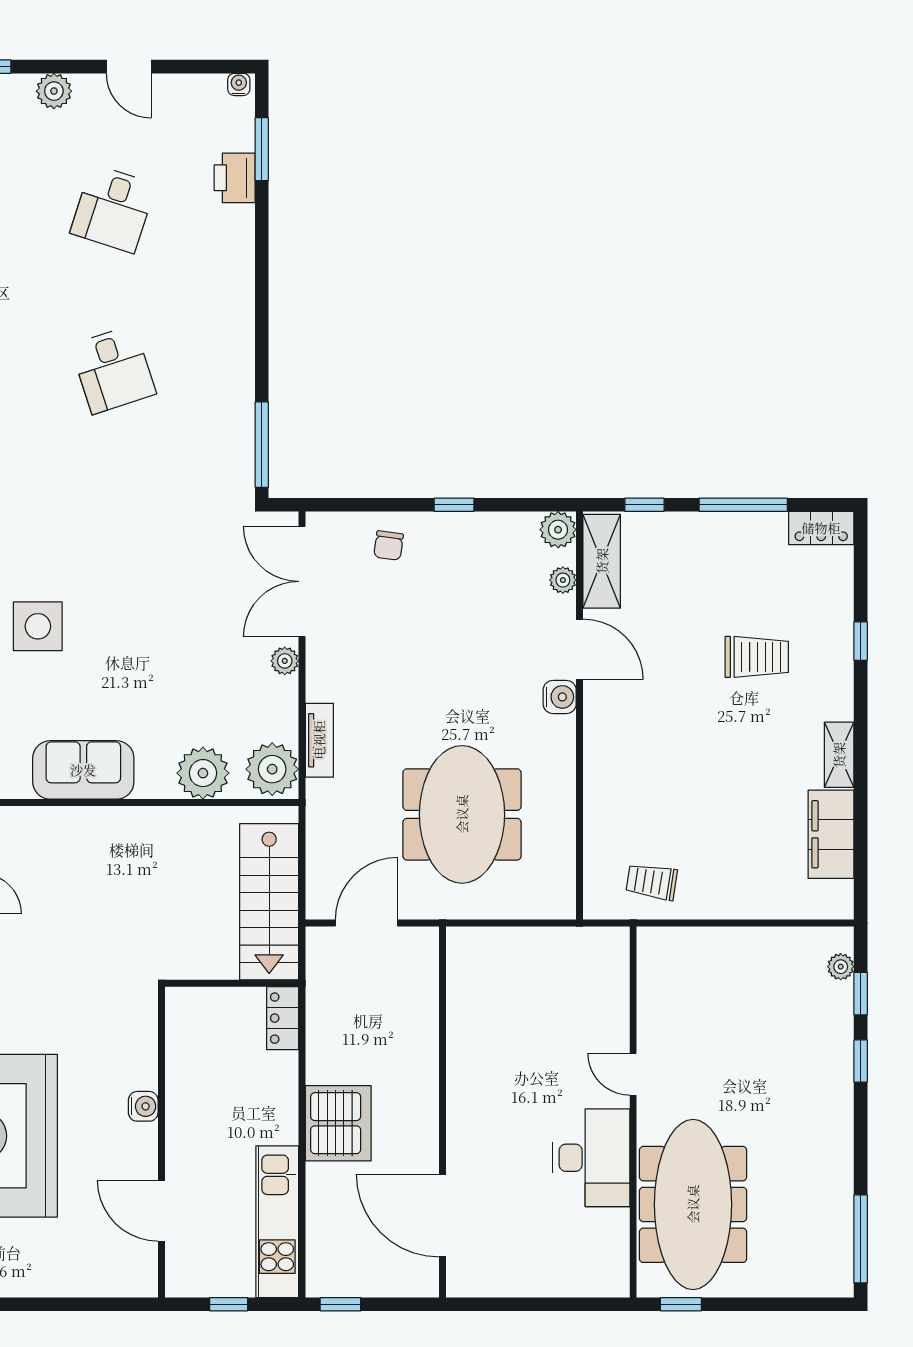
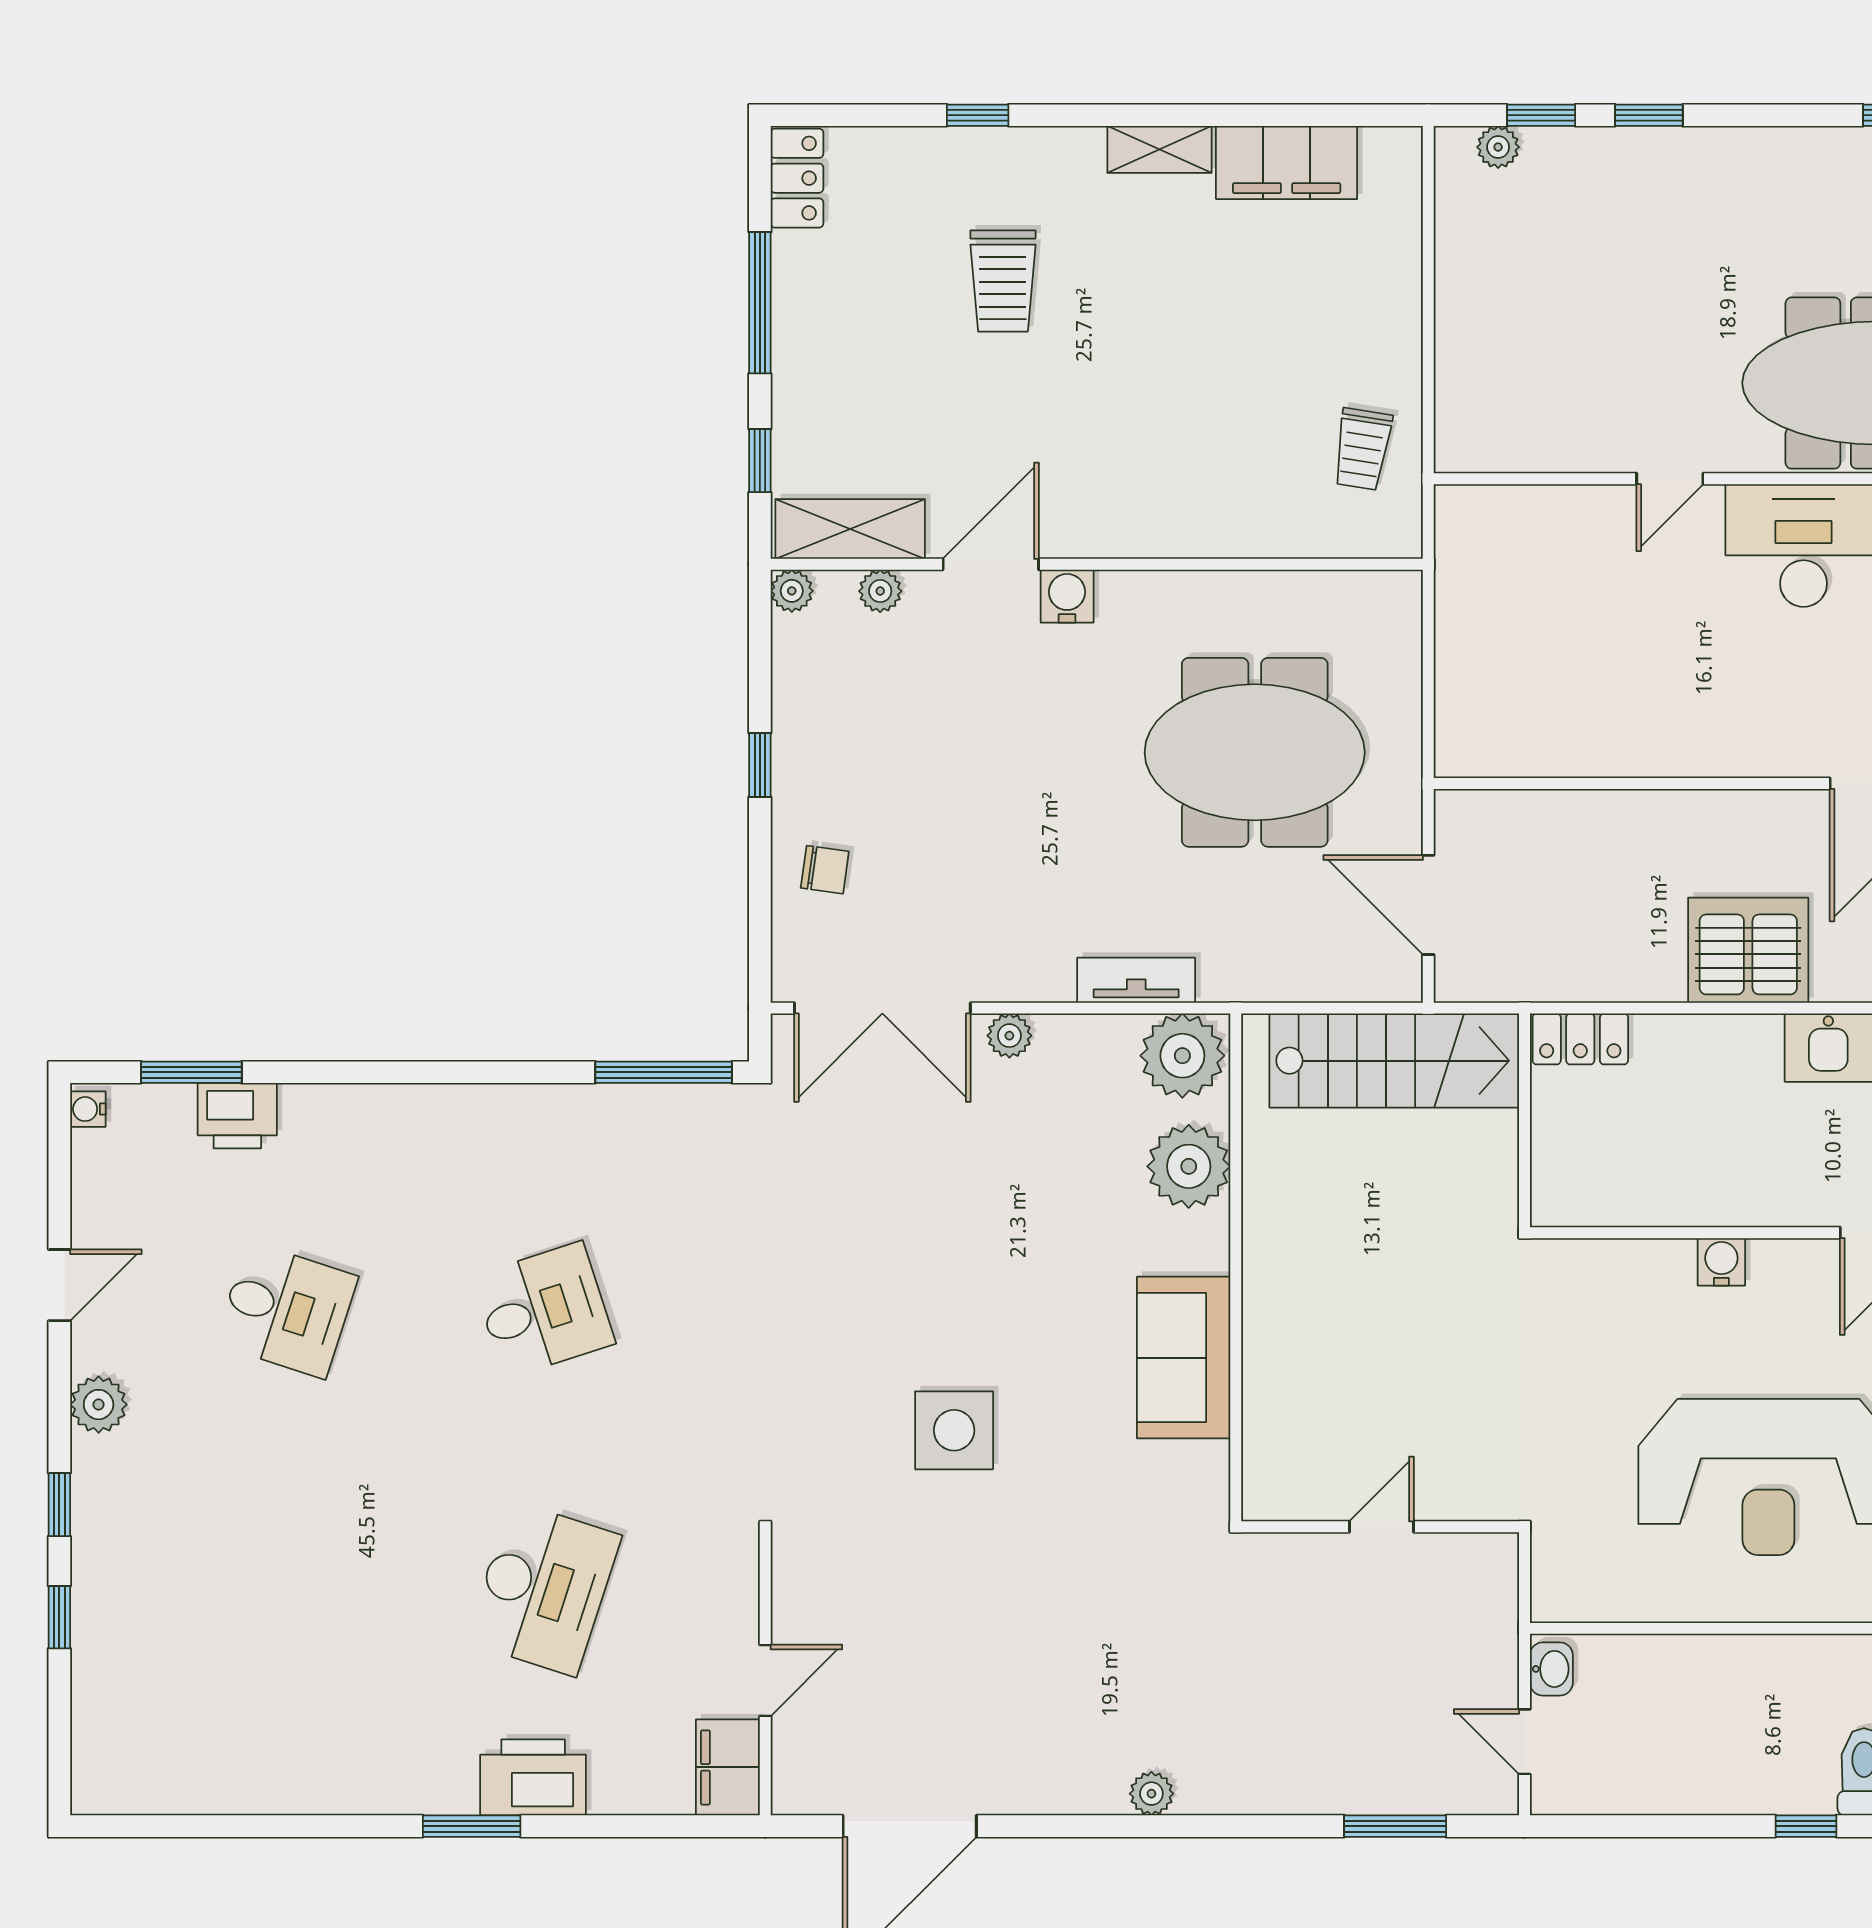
plant: (558, 530) -> (792, 591), width x0.73, depth x0.73
trolley: (757, 657) -> (1003, 281), turned 180

